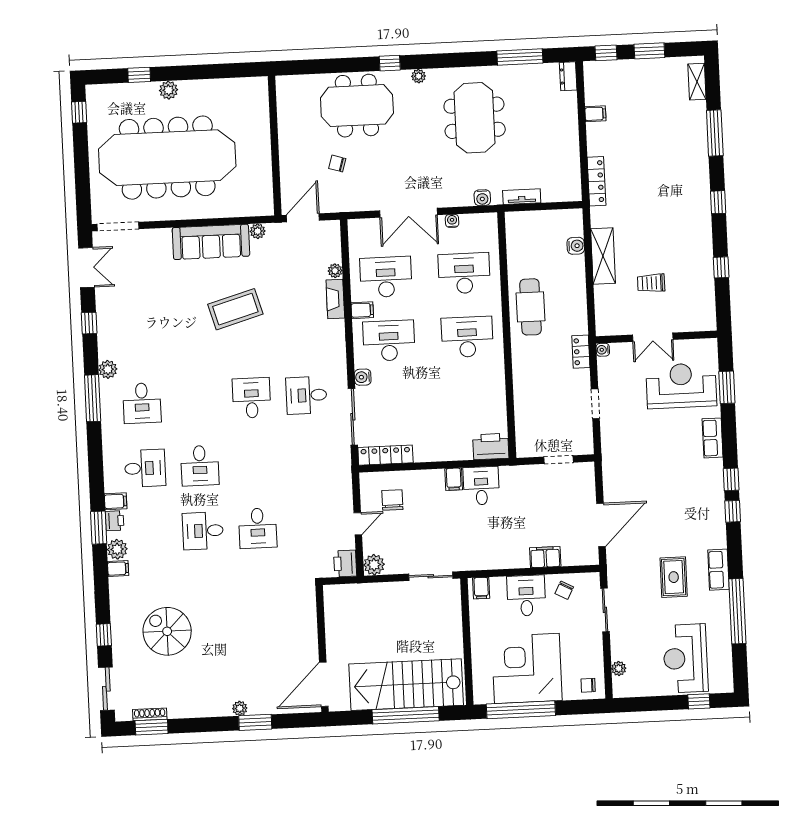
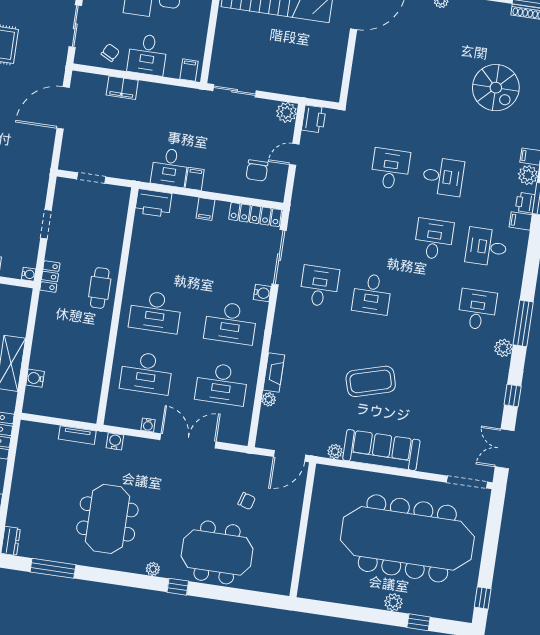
cafe table: (530, 307) -> (100, 288), moved, width x0.73, depth x0.74
filing cabinet: (362, 310) -> (205, 209), moved, turned -90
desk: (306, 395) -> (319, 286), turned -90

